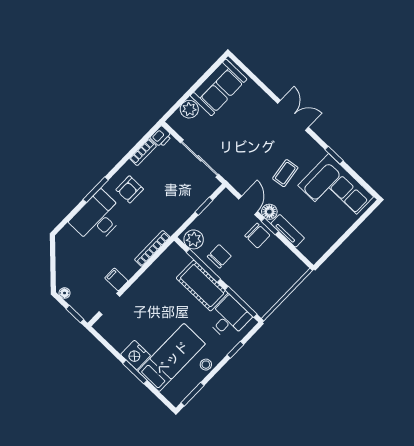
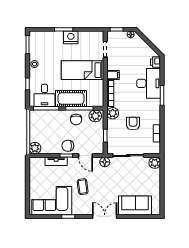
sofa: (219, 87) -> (135, 205), moved, turned 90
plant: (189, 109) -> (155, 163), moved
double door: (293, 115) -> (105, 216), swing flipped
printer: (161, 137) -> (156, 62), moved
armchair: (130, 189) -> (133, 123), moved
floor lamp: (269, 212) -> (105, 162), moved
plant: (171, 223) -> (113, 113), added
plant: (297, 269) -> (35, 148), added
filing cabinet: (116, 279) -> (113, 75), moved
bed: (172, 358) -> (82, 70), moved, turned 90

